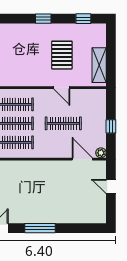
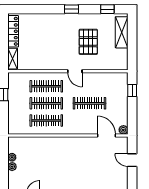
shelving: (99, 65) -> (122, 32), moved
door: (62, 88) -> (75, 71), moved
window: (111, 126) -> (132, 90), moved

